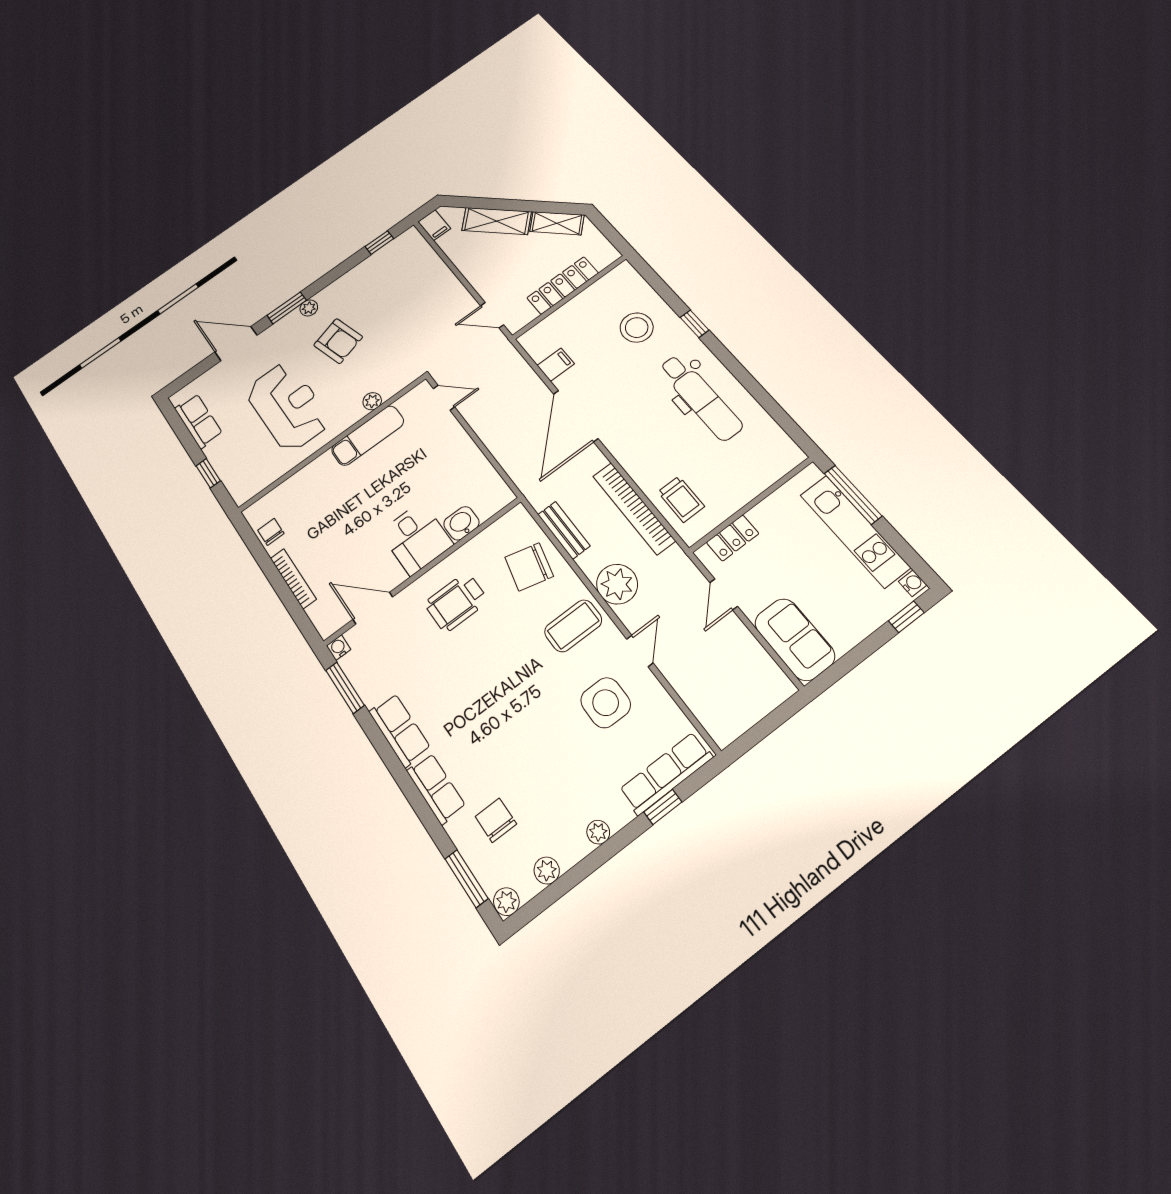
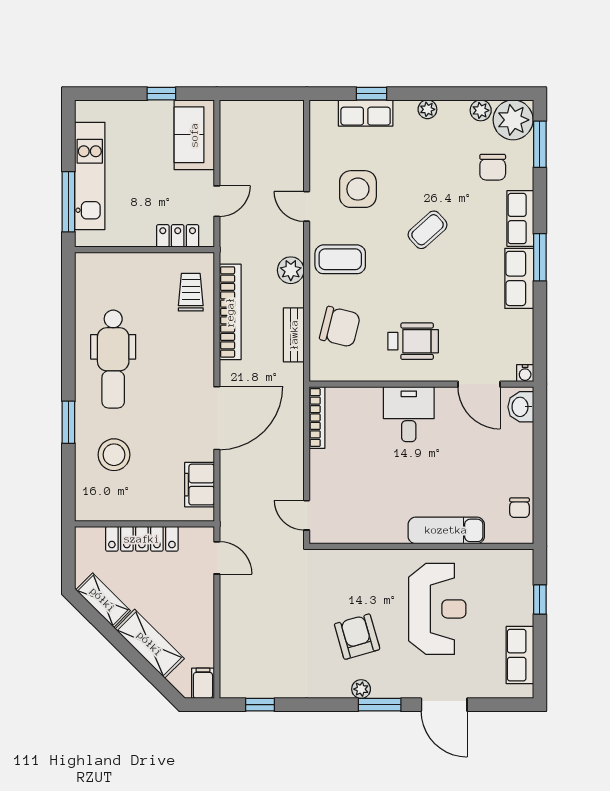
window: (694, 324) -> (68, 422), width x1.50
filing cabinet: (556, 365) -> (200, 485), width x2.00
dental chair: (700, 397) -> (113, 359), turned 180
plant: (372, 401) -> (366, 558), removed
reception desk: (288, 406) -> (437, 609), turned 180
exam couch: (368, 436) -> (446, 530), moved
washbasin: (461, 523) -> (521, 407), moved, turned 90
bookcase: (293, 579) -> (317, 417), moved, turned 180
water cooler: (913, 583) -> (83, 112), removed
plant: (617, 584) -> (291, 270), width x0.73, depth x0.73
window: (906, 617) -> (161, 94), moved
door: (640, 651) -> (307, 206), hinge flipped
window: (345, 688) -> (540, 257), moved
coffee table: (514, 713) -> (428, 230), added
row of seats: (666, 773) -> (366, 113), width x0.68
plant: (506, 902) -> (513, 120), width x1.88, depth x1.88

